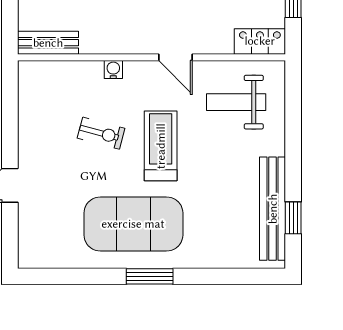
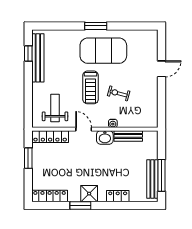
washbasin: (130, 40) -> (105, 137), added
locker: (260, 41) -> (50, 137), width x1.53
bench: (48, 43) -> (128, 136), moved
weight bench: (236, 102) -> (55, 108), turned -90

